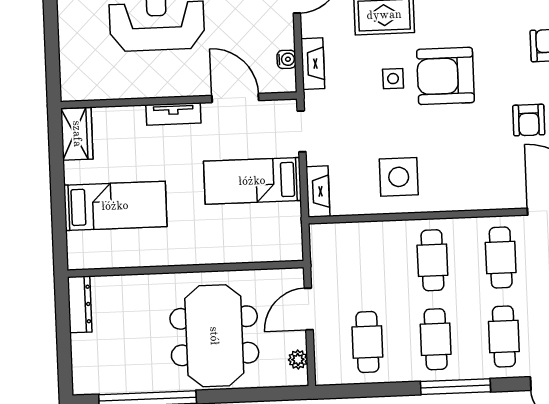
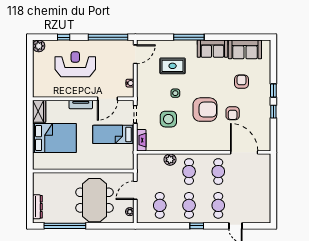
fireplace: (313, 64) -> (141, 85), removed
armchair: (445, 76) -> (205, 110), moved, turned 180
door: (235, 98) -> (107, 99), swing flipped
side table: (399, 177) -> (168, 119), moved
bed: (115, 206) -> (54, 138), width x1.50
plant: (387, 234) -> (170, 160), added
dresser: (80, 304) -> (37, 207), moved
window: (455, 387) -> (197, 226), width x0.46

